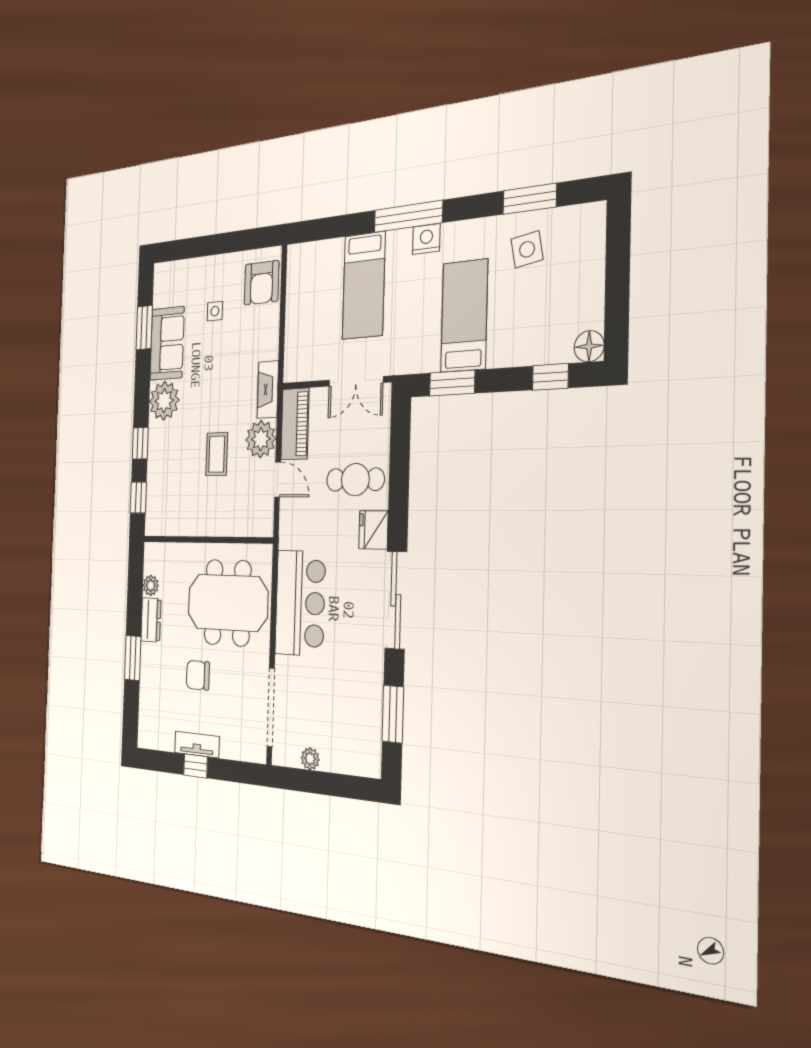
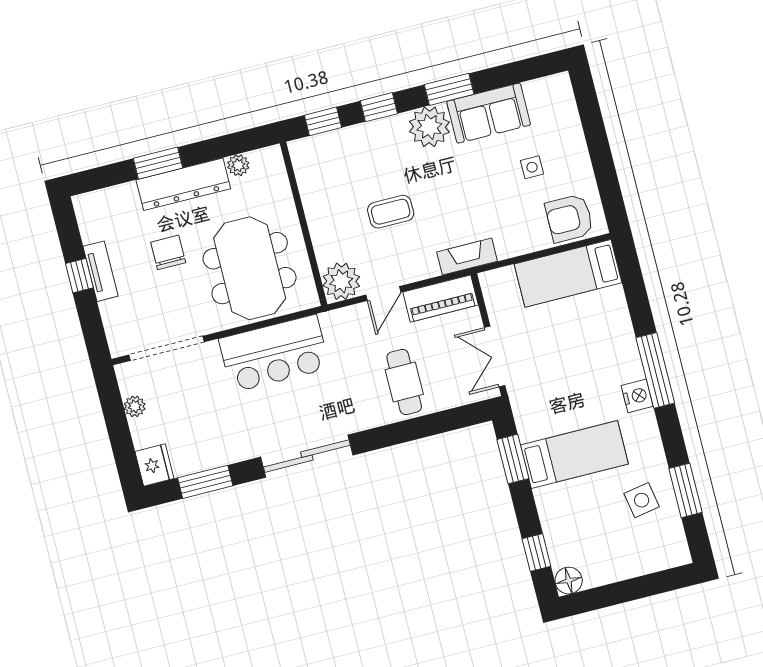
bed: (364, 286) -> (568, 273), moved
window: (144, 328) -> (449, 89), moved
plant: (261, 439) -> (341, 281), moved
fridge: (373, 530) -> (154, 465), moved, turned 90
dresser: (151, 620) -> (183, 184), width x1.96, depth x1.24

